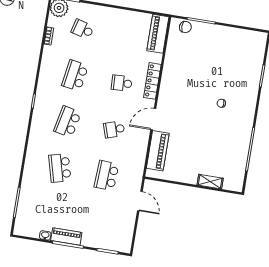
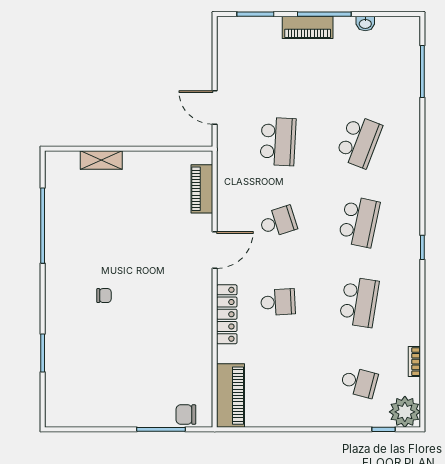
piano: (158, 151) -> (202, 189), width x0.73, depth x0.75
school desk: (60, 168) -> (359, 141), turned 36
piano: (66, 237) -> (308, 27), moved

